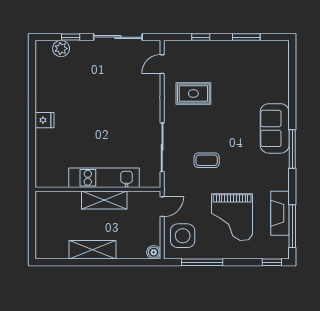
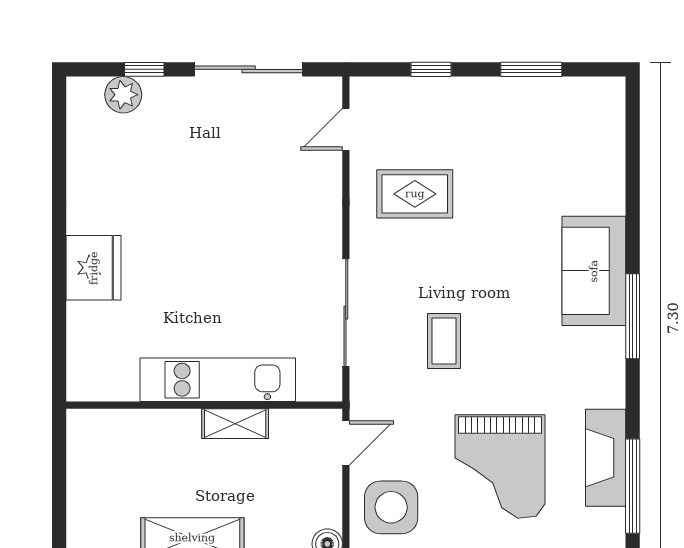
fridge: (44, 120) -> (94, 268), width x1.88, depth x1.34
coffee table: (207, 160) -> (444, 341), turned 90
shelving: (104, 200) -> (235, 424), width x0.67, depth x0.75

